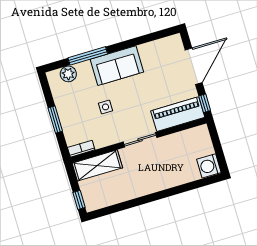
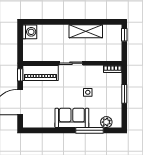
shelving: (97, 165) -> (86, 31), moved

